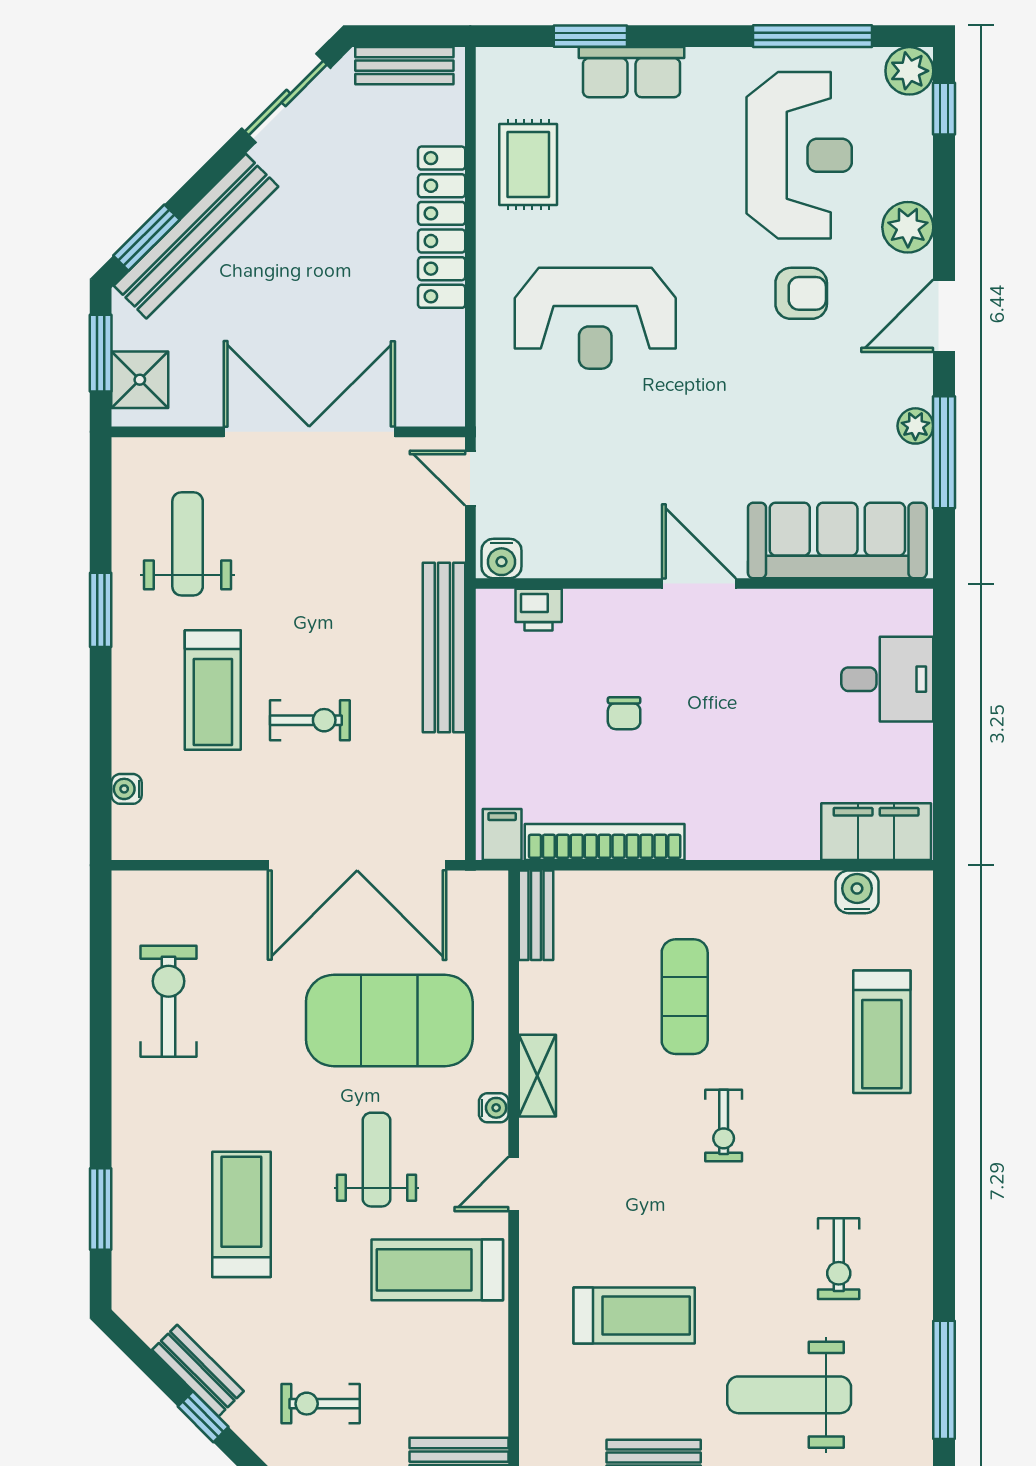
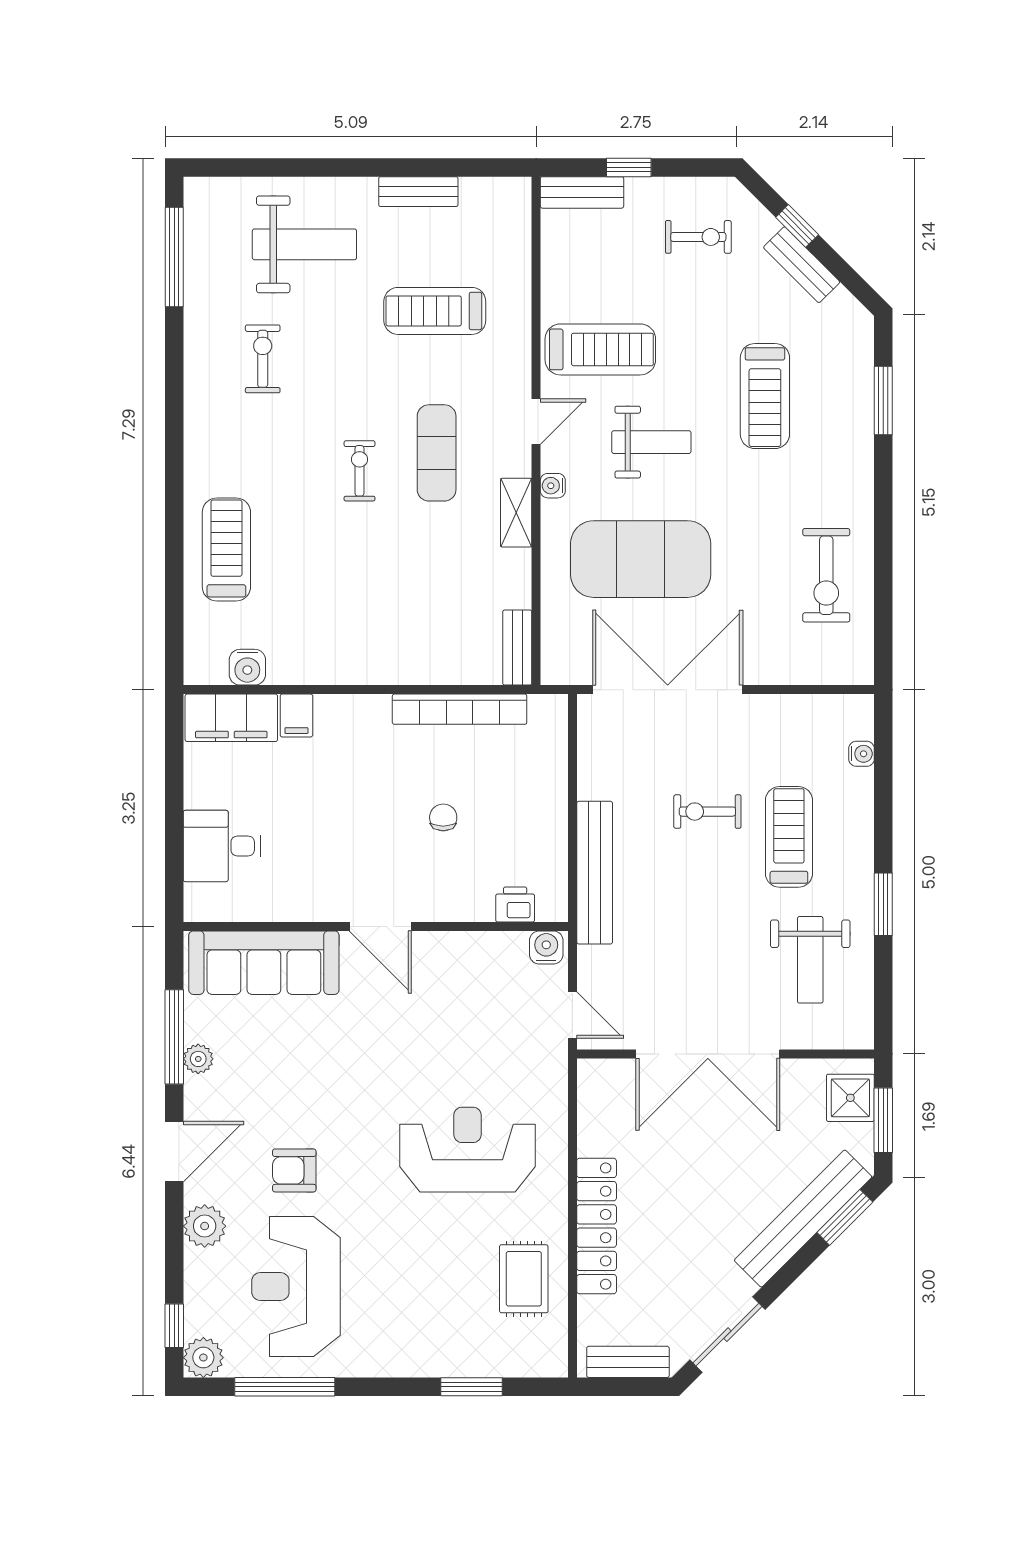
row of seats: (632, 72) -> (437, 1356), removed
filing cabinet: (502, 834) -> (296, 715), moved
exercise mat: (685, 997) -> (437, 453), moved
weight bench: (376, 1160) -> (651, 442), turned -90

